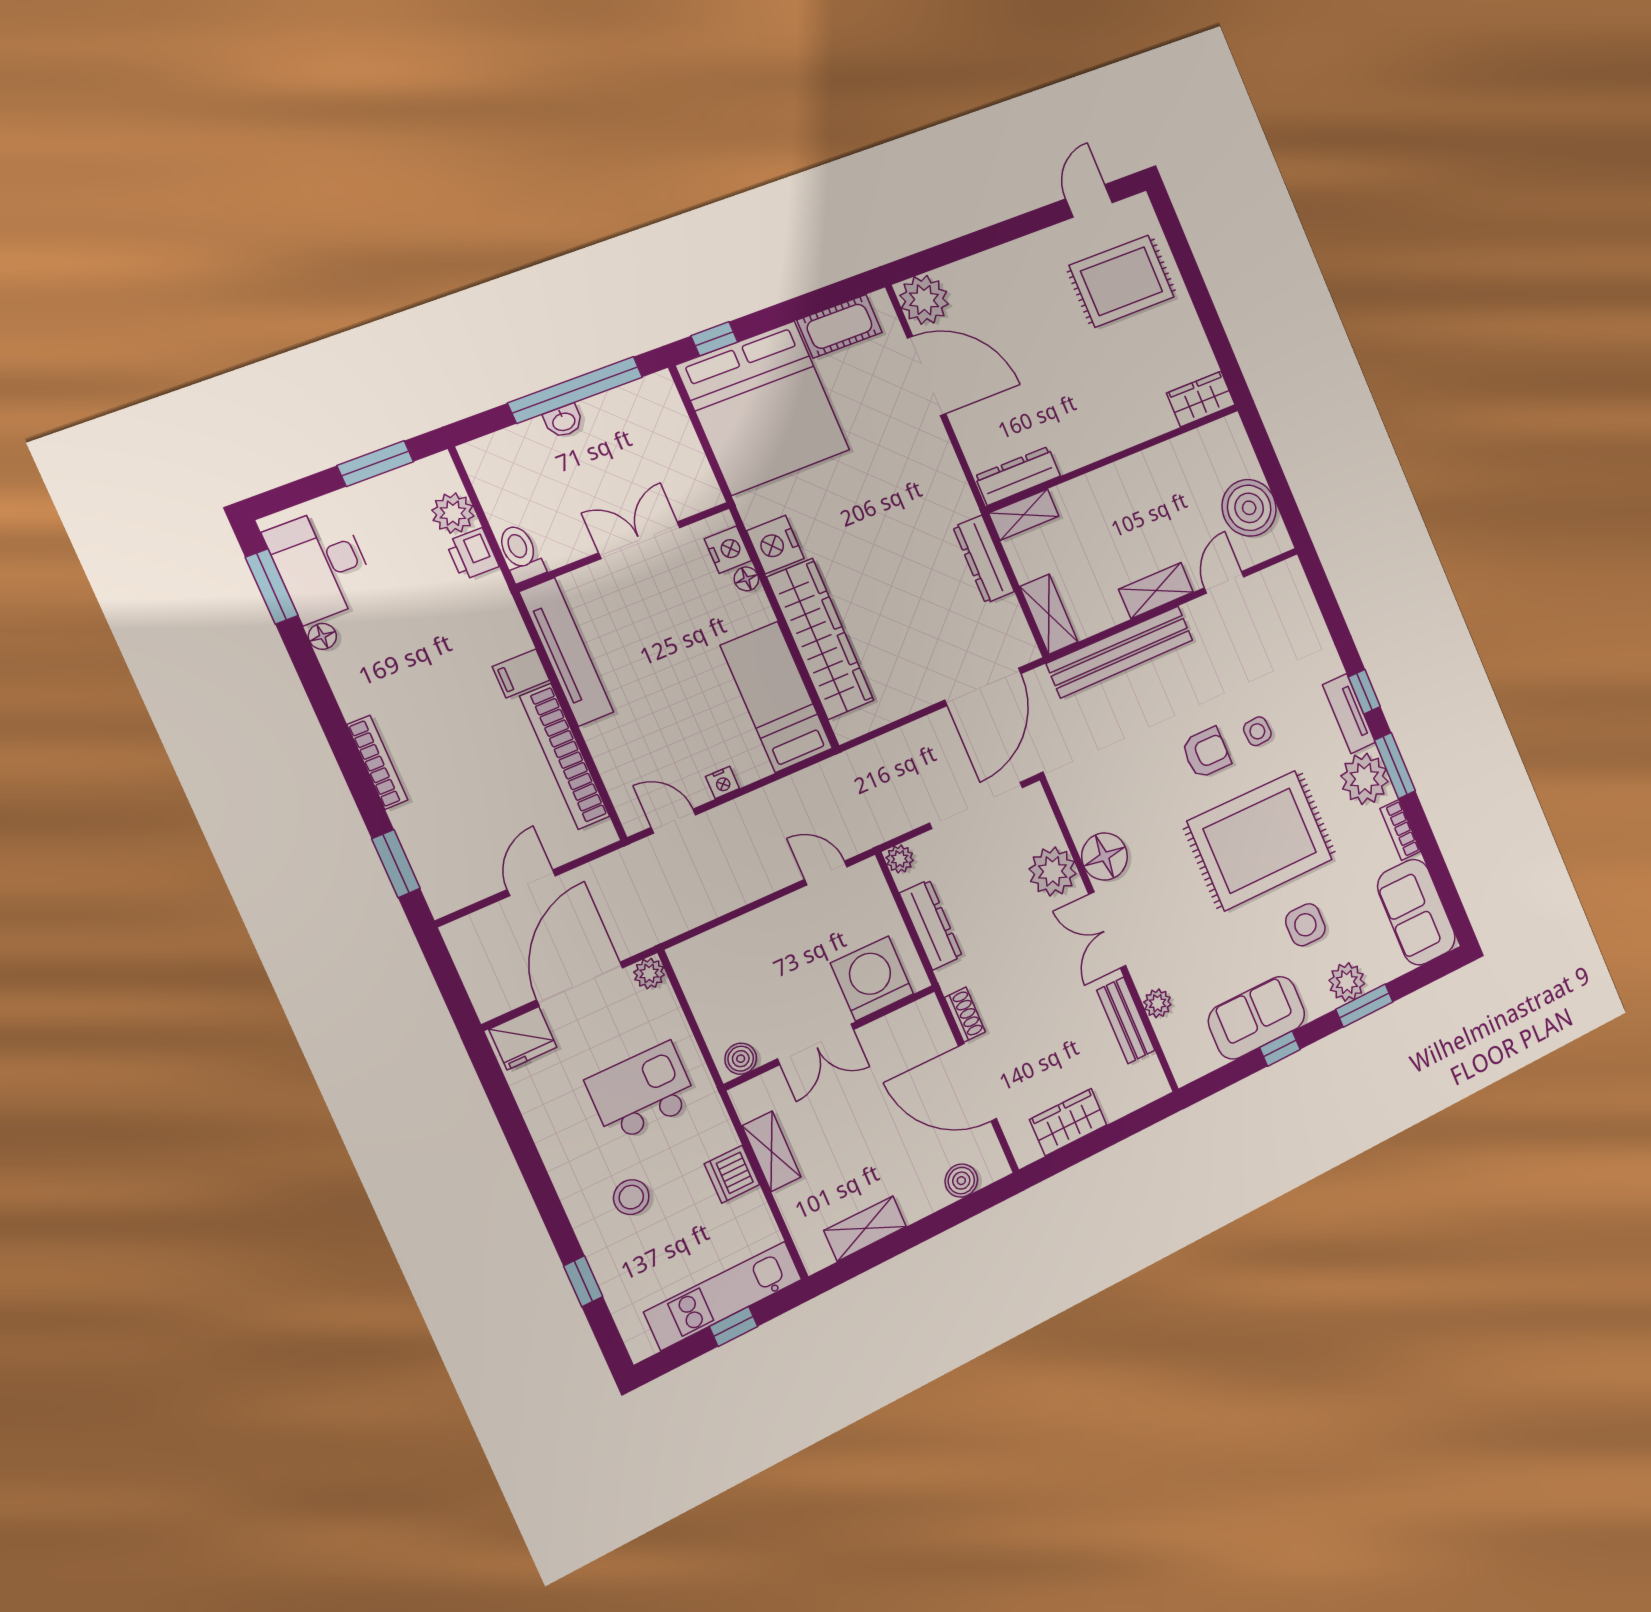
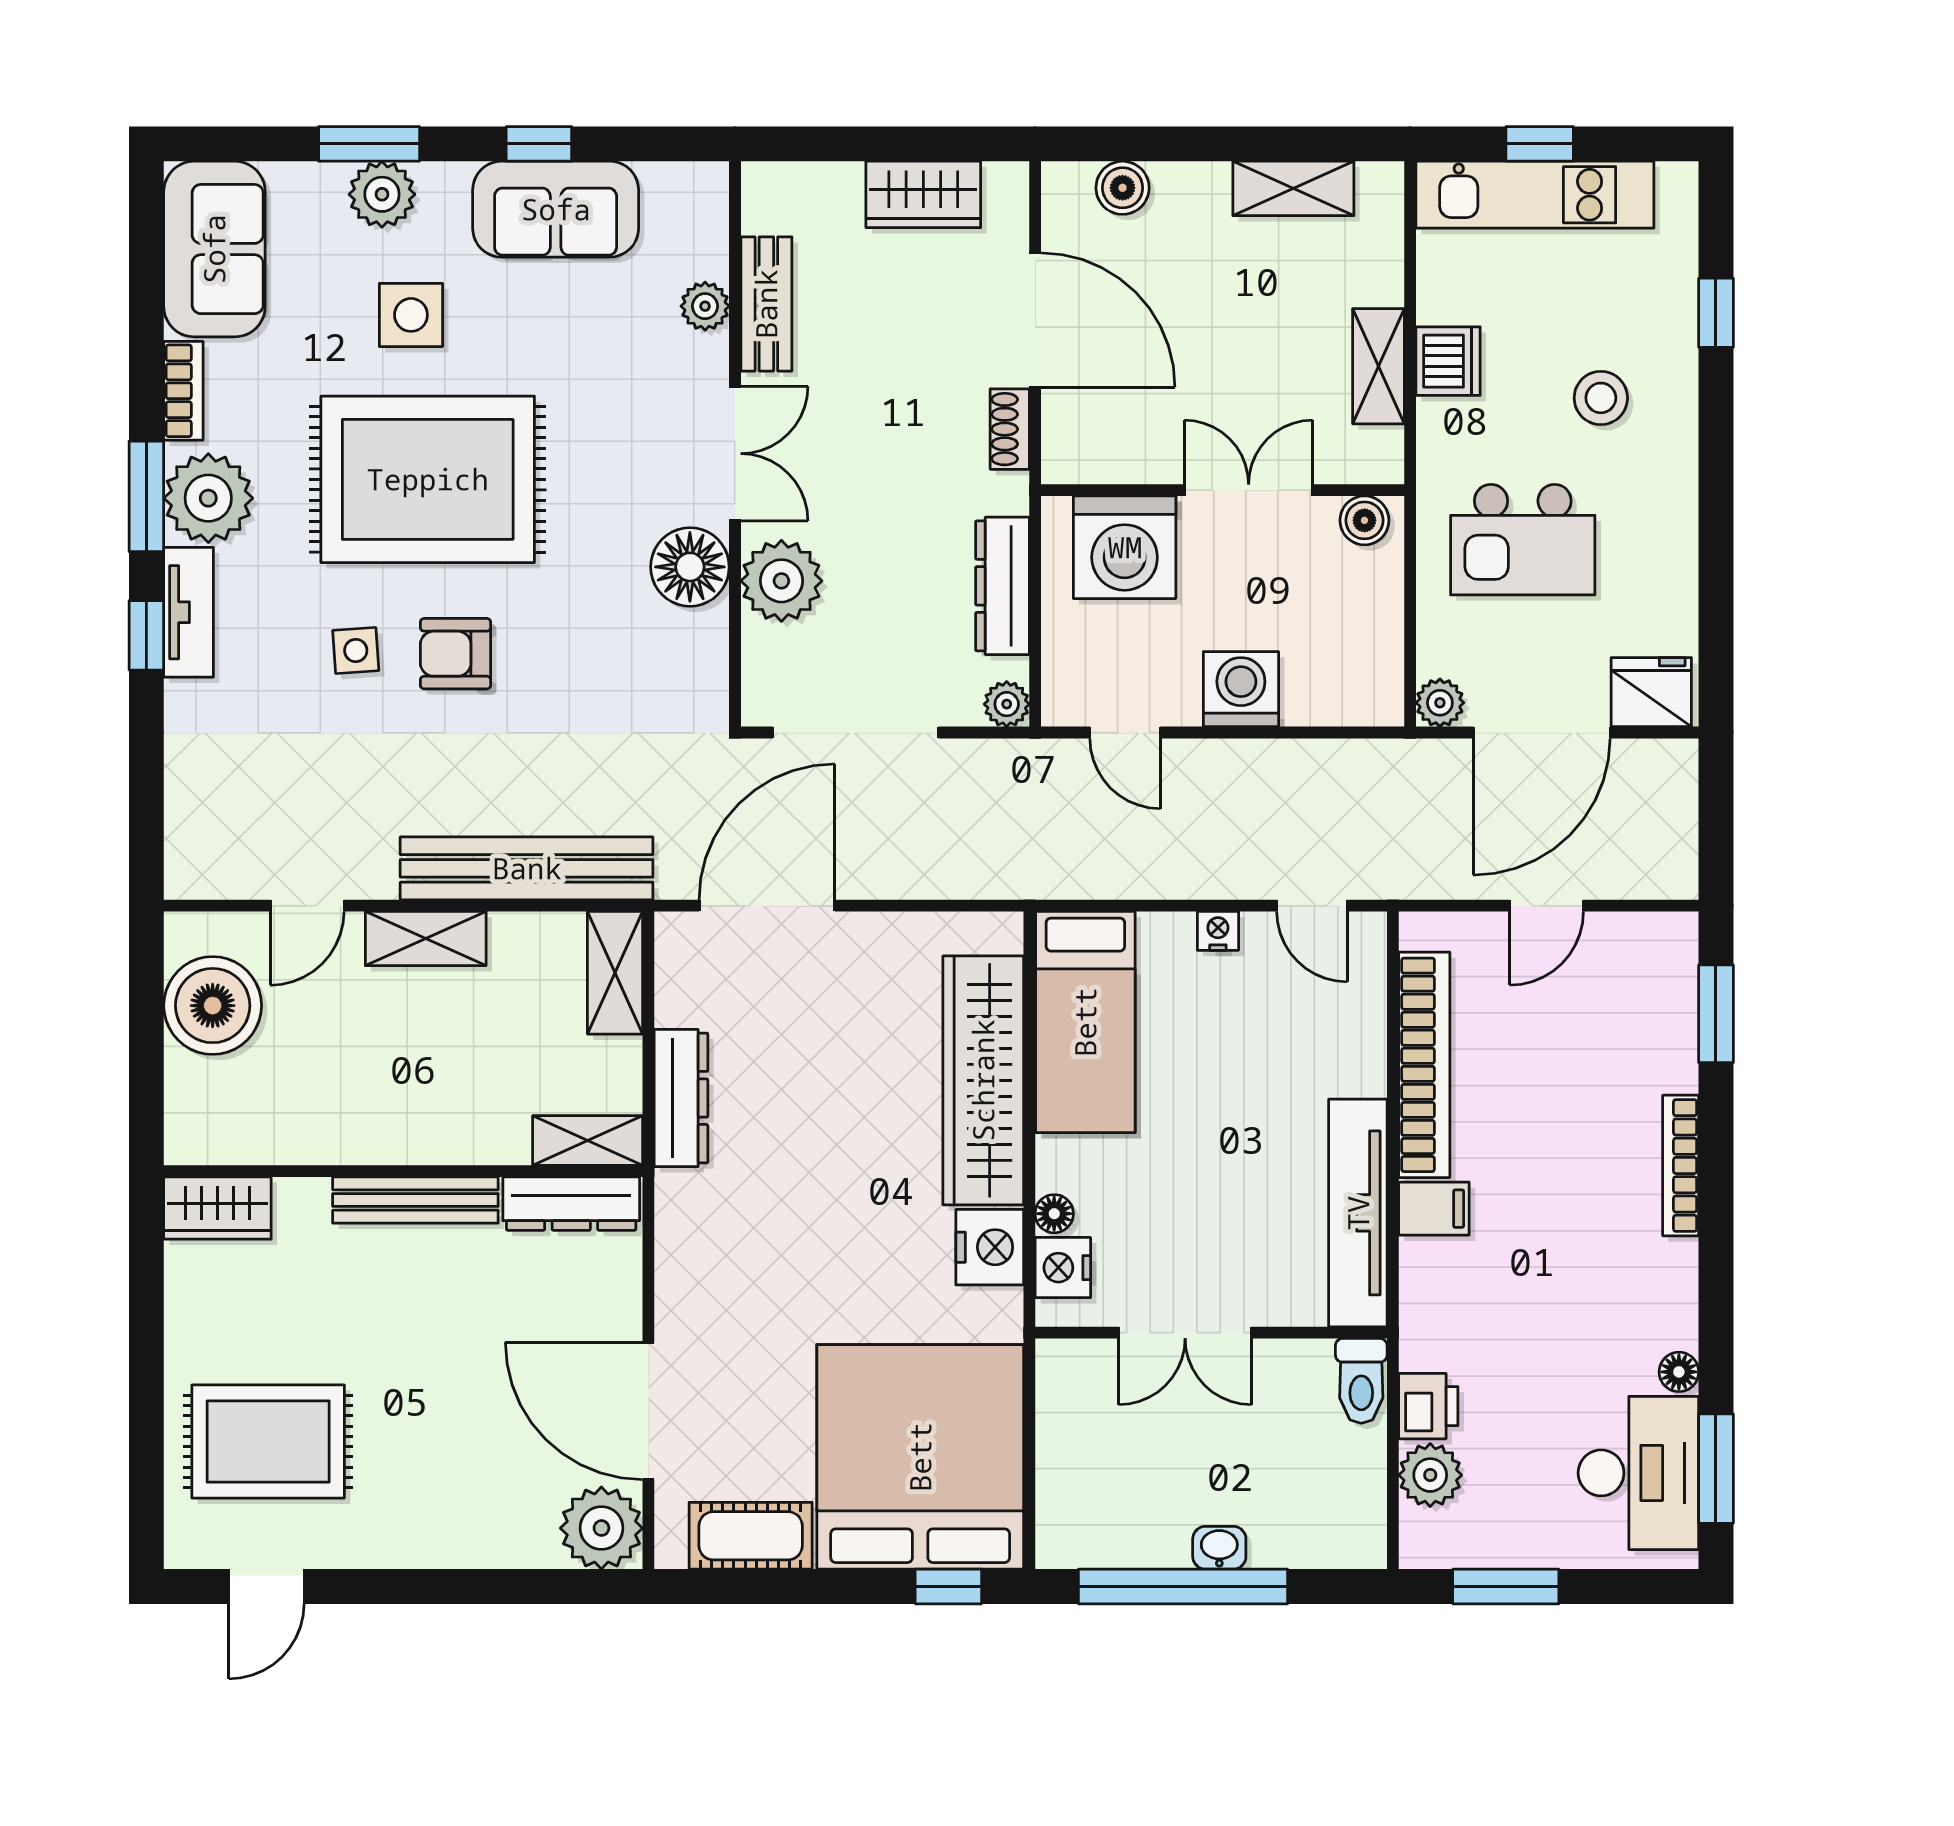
bench: (1101, 445) -> (415, 1200), added
washing machine: (770, 928) -> (1241, 689), added

